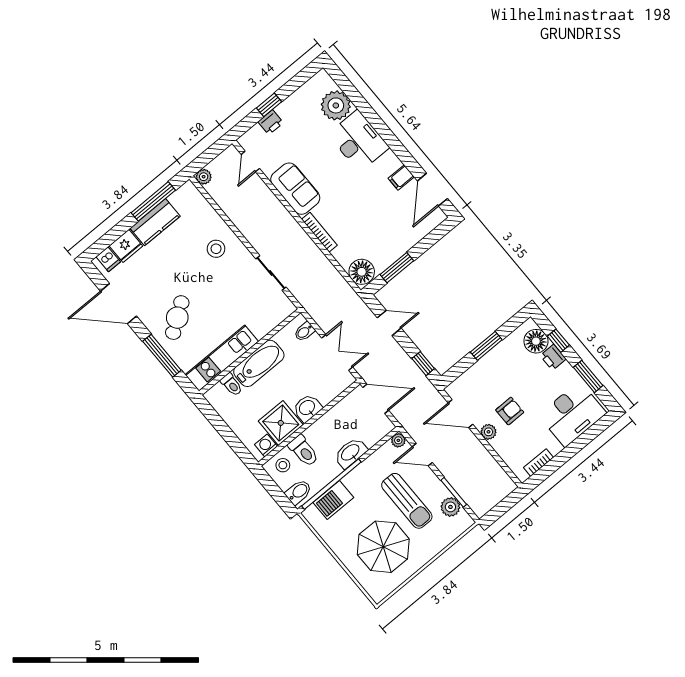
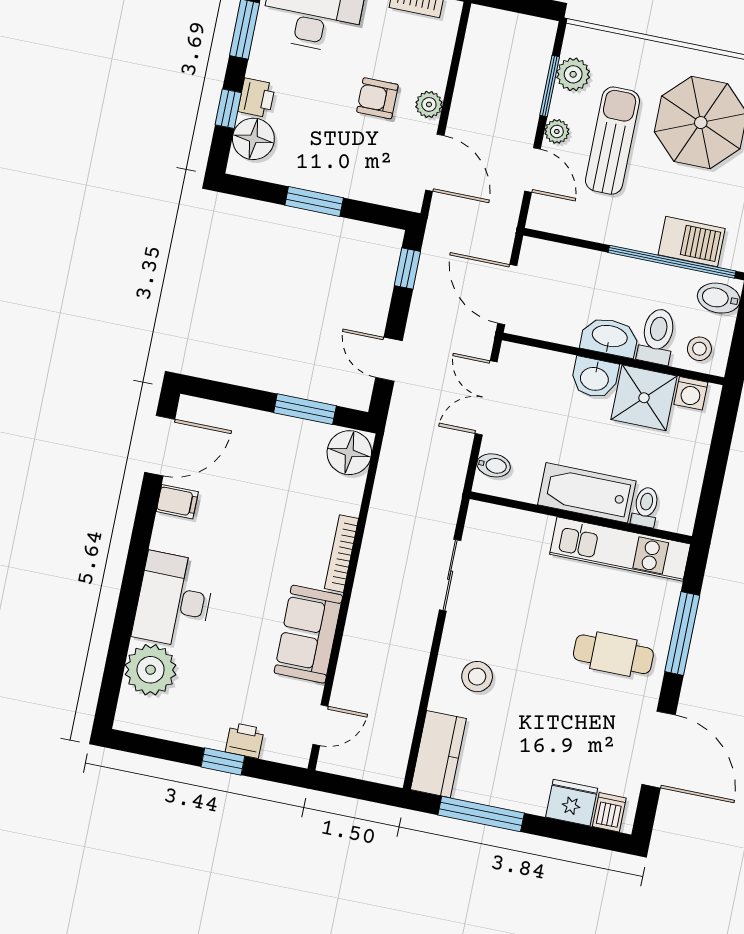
plant: (204, 177) -> (392, 772), removed
kitchen counter: (155, 222) -> (438, 754), moved, turned 90
cafe table: (177, 318) -> (613, 654), turned 35
plant: (398, 440) -> (557, 131), moved
washbasin: (351, 453) -> (610, 337), moved, turned 180

